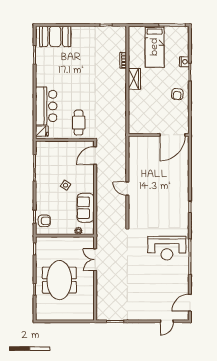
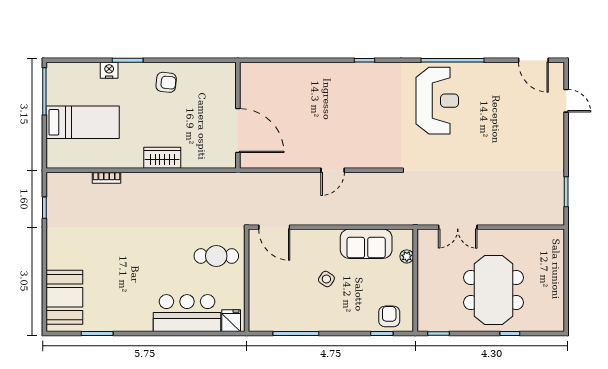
wardrobe: (134, 79) -> (162, 158), moved
door: (172, 135) -> (238, 131), moved
meeting table: (59, 280) -> (494, 290), turned 90

